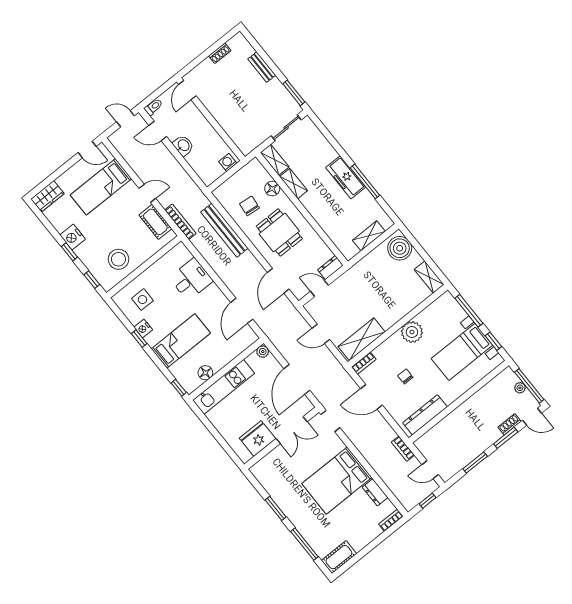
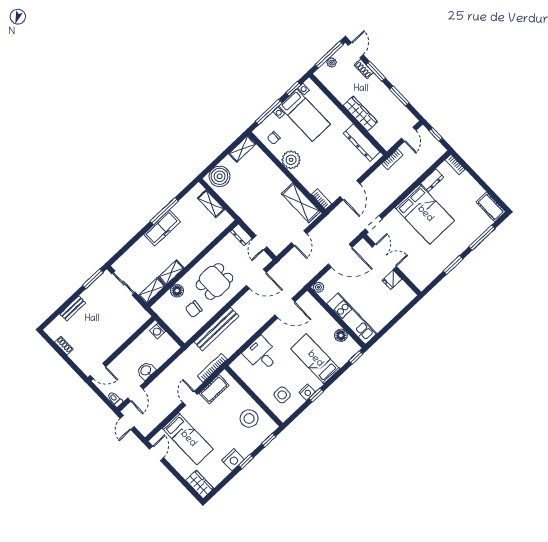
chair: (405, 376) -> (274, 138), moved
wardrobe: (458, 416) -> (360, 114), added
fridge: (257, 438) -> (392, 280), width x0.53, depth x0.75

